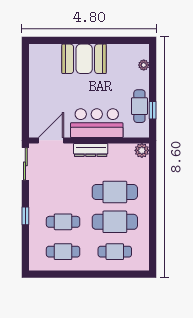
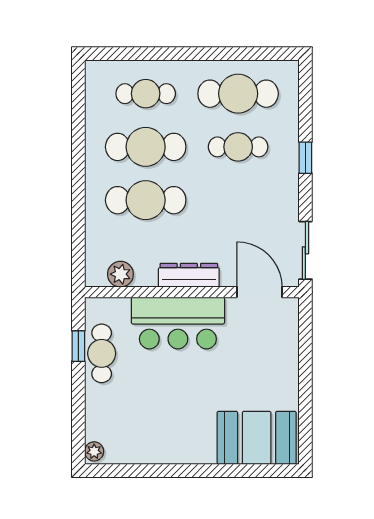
booth: (84, 59) -> (257, 438), moved
plant: (144, 65) -> (94, 451), moved
door: (51, 140) -> (259, 292), swing flipped
plant: (142, 150) -> (120, 274), moved
cafe table: (63, 252) -> (238, 94), width x1.37, depth x1.35

